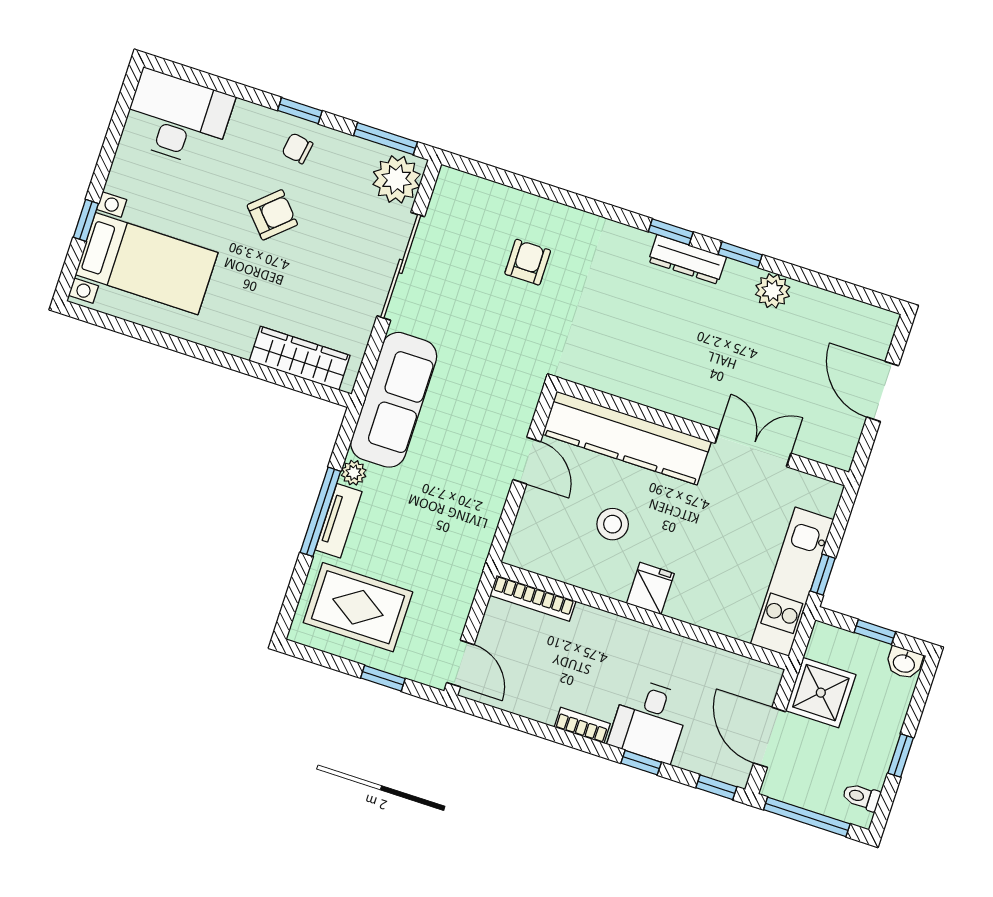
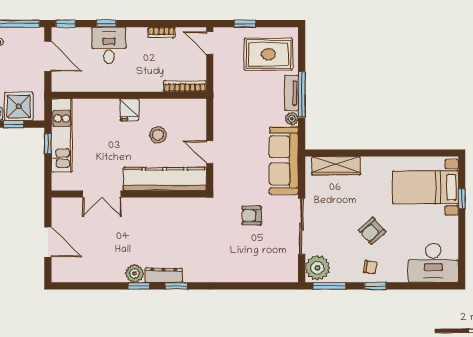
armchair: (528, 262) -> (252, 216), moved, turned 90
plant: (773, 291) -> (135, 273), moved
shower: (821, 693) -> (19, 106), moved
bookcase: (582, 725) -> (161, 32), moved

